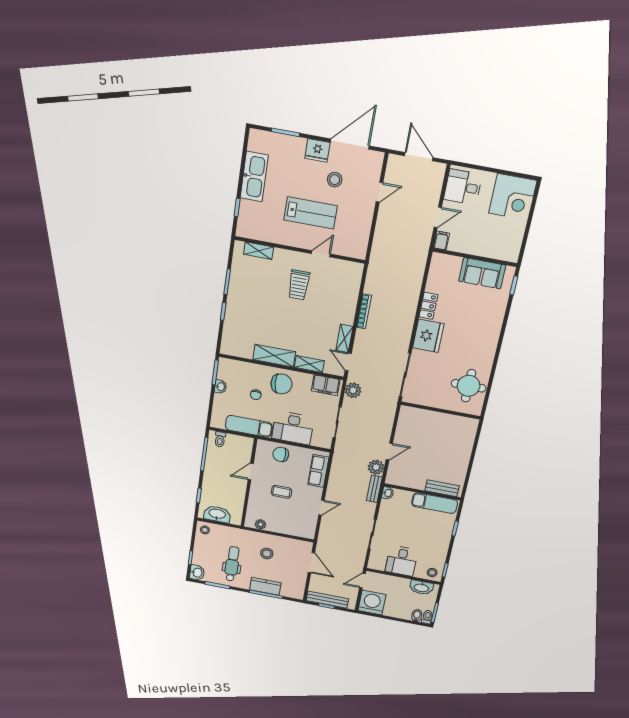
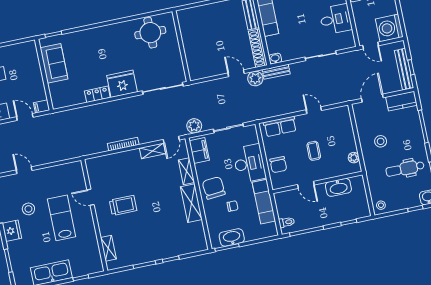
washbasin: (221, 387) -> (232, 237), width x1.91, depth x1.45
shoe rack: (405, 481) -> (258, 48), added
washbasin: (217, 514) -> (338, 187), moved, turned -90
kitchen counter: (265, 586) -> (402, 101), moved, turned -90

